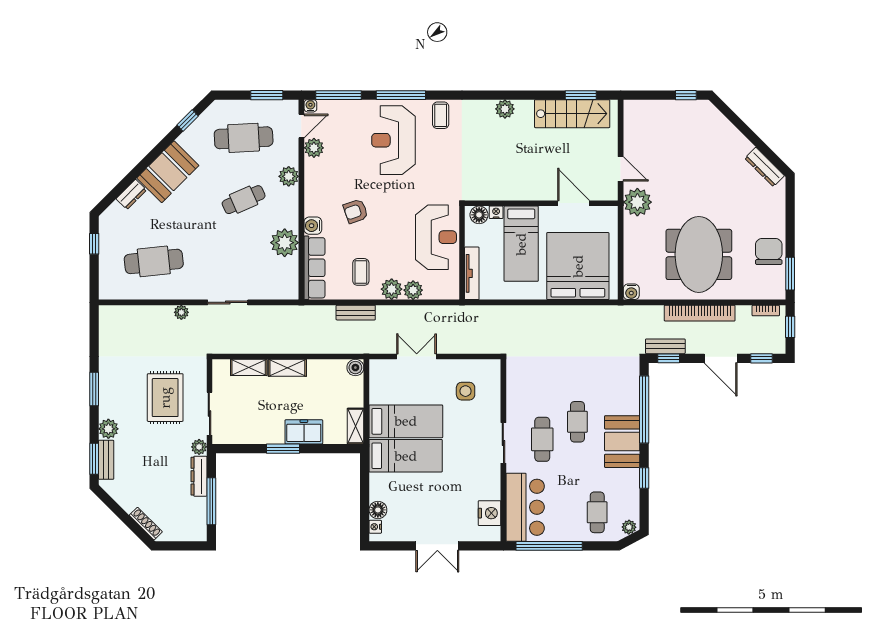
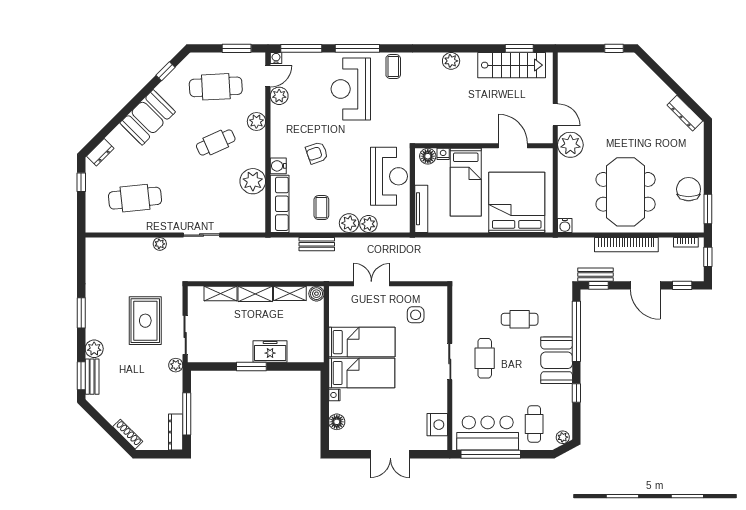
dresser: (131, 194) -> (100, 152), moved
cafe table: (577, 422) -> (520, 319), moved, turned 90
shelving: (356, 426) -> (290, 293), moved, turned 90
dresser: (199, 476) -> (176, 432), moved
bar counter: (525, 507) -> (488, 433), moved, turned -90
nightstand: (375, 527) -> (334, 395), moved

